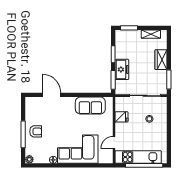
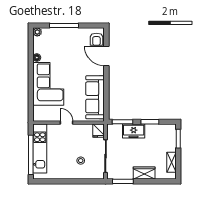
door: (52, 95) -> (106, 56), swing flipped
sofa: (90, 105) -> (95, 97), width x1.36
fridge: (122, 117) -> (99, 131), moved
armchair: (36, 131) -> (96, 39), moved
door: (114, 143) -> (67, 123), moved

